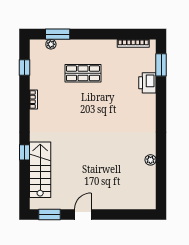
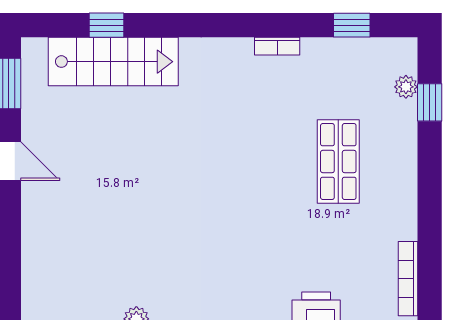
window: (58, 34) -> (430, 102), width x0.67
window: (24, 152) -> (106, 25), moved

